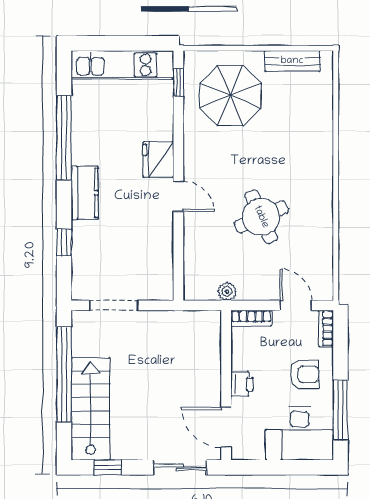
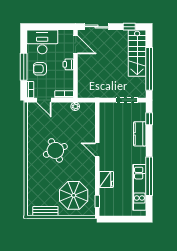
kitchen unit: (122, 65) -> (139, 187), moved, turned -90
fridge: (158, 159) -> (106, 179), moved
kitchen counter: (85, 193) -> (140, 134), moved
round table: (261, 217) -> (55, 150), moved
window: (64, 242) -> (149, 119), moved
window: (340, 410) -> (24, 67), moved

